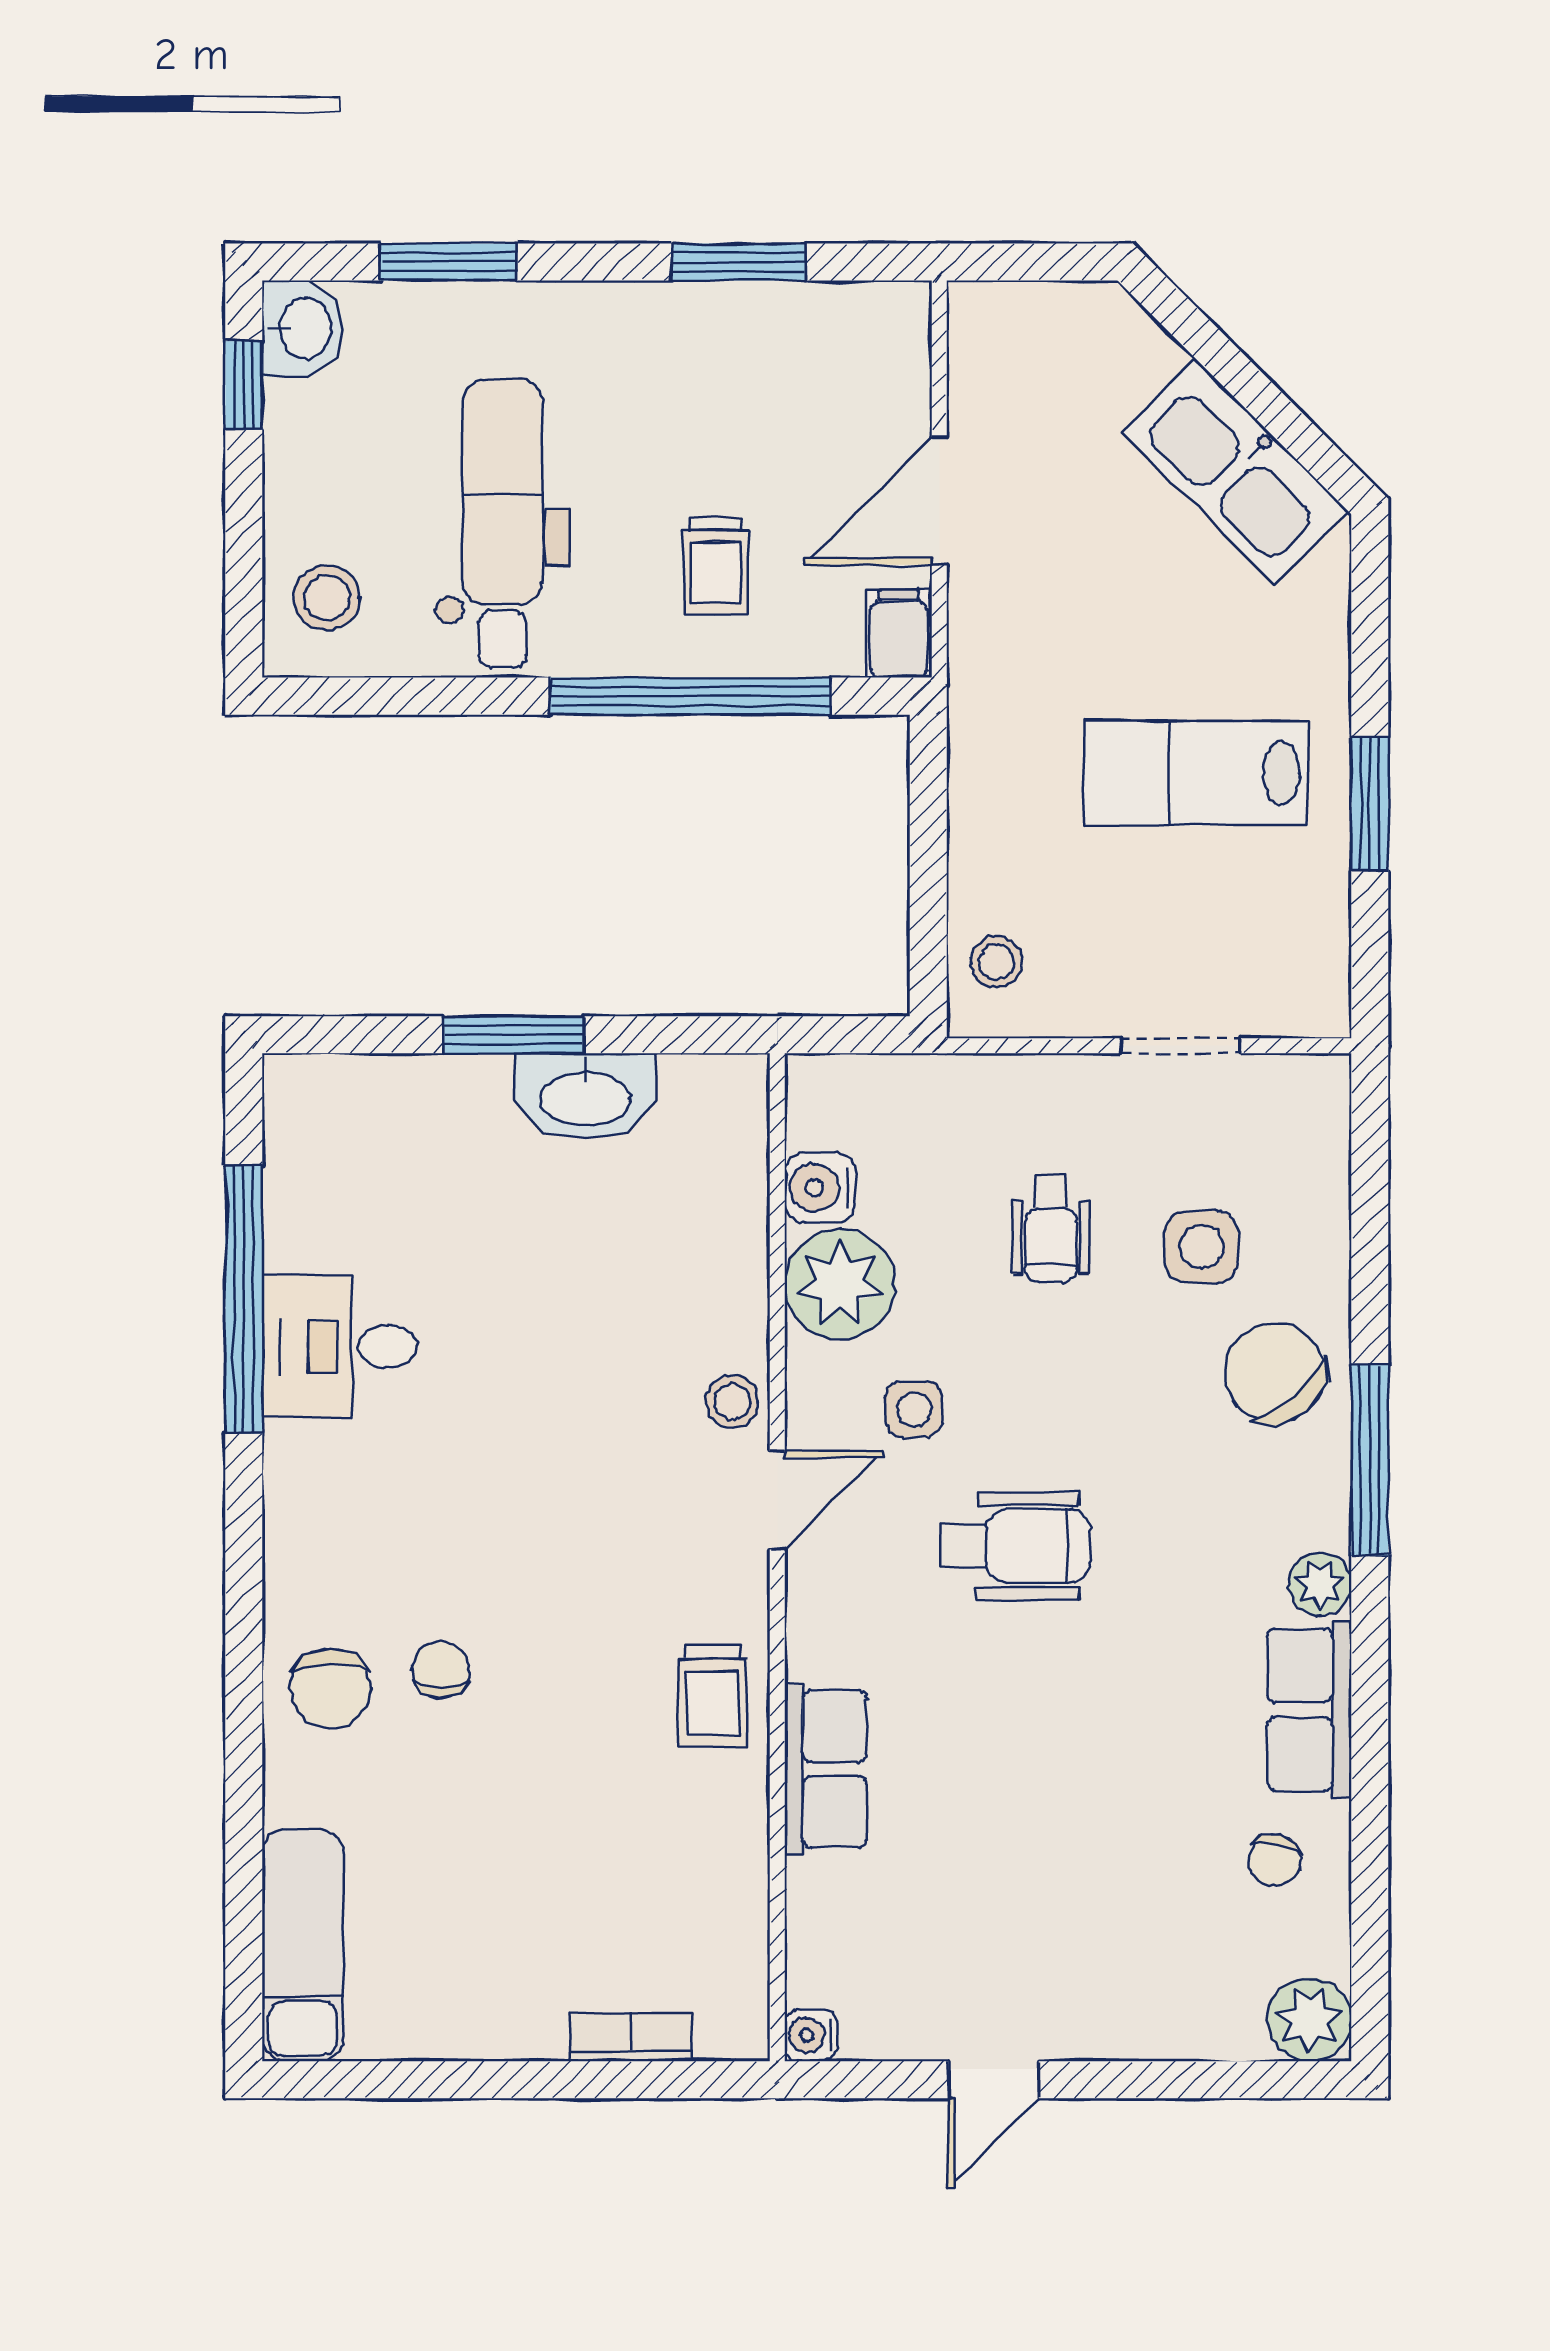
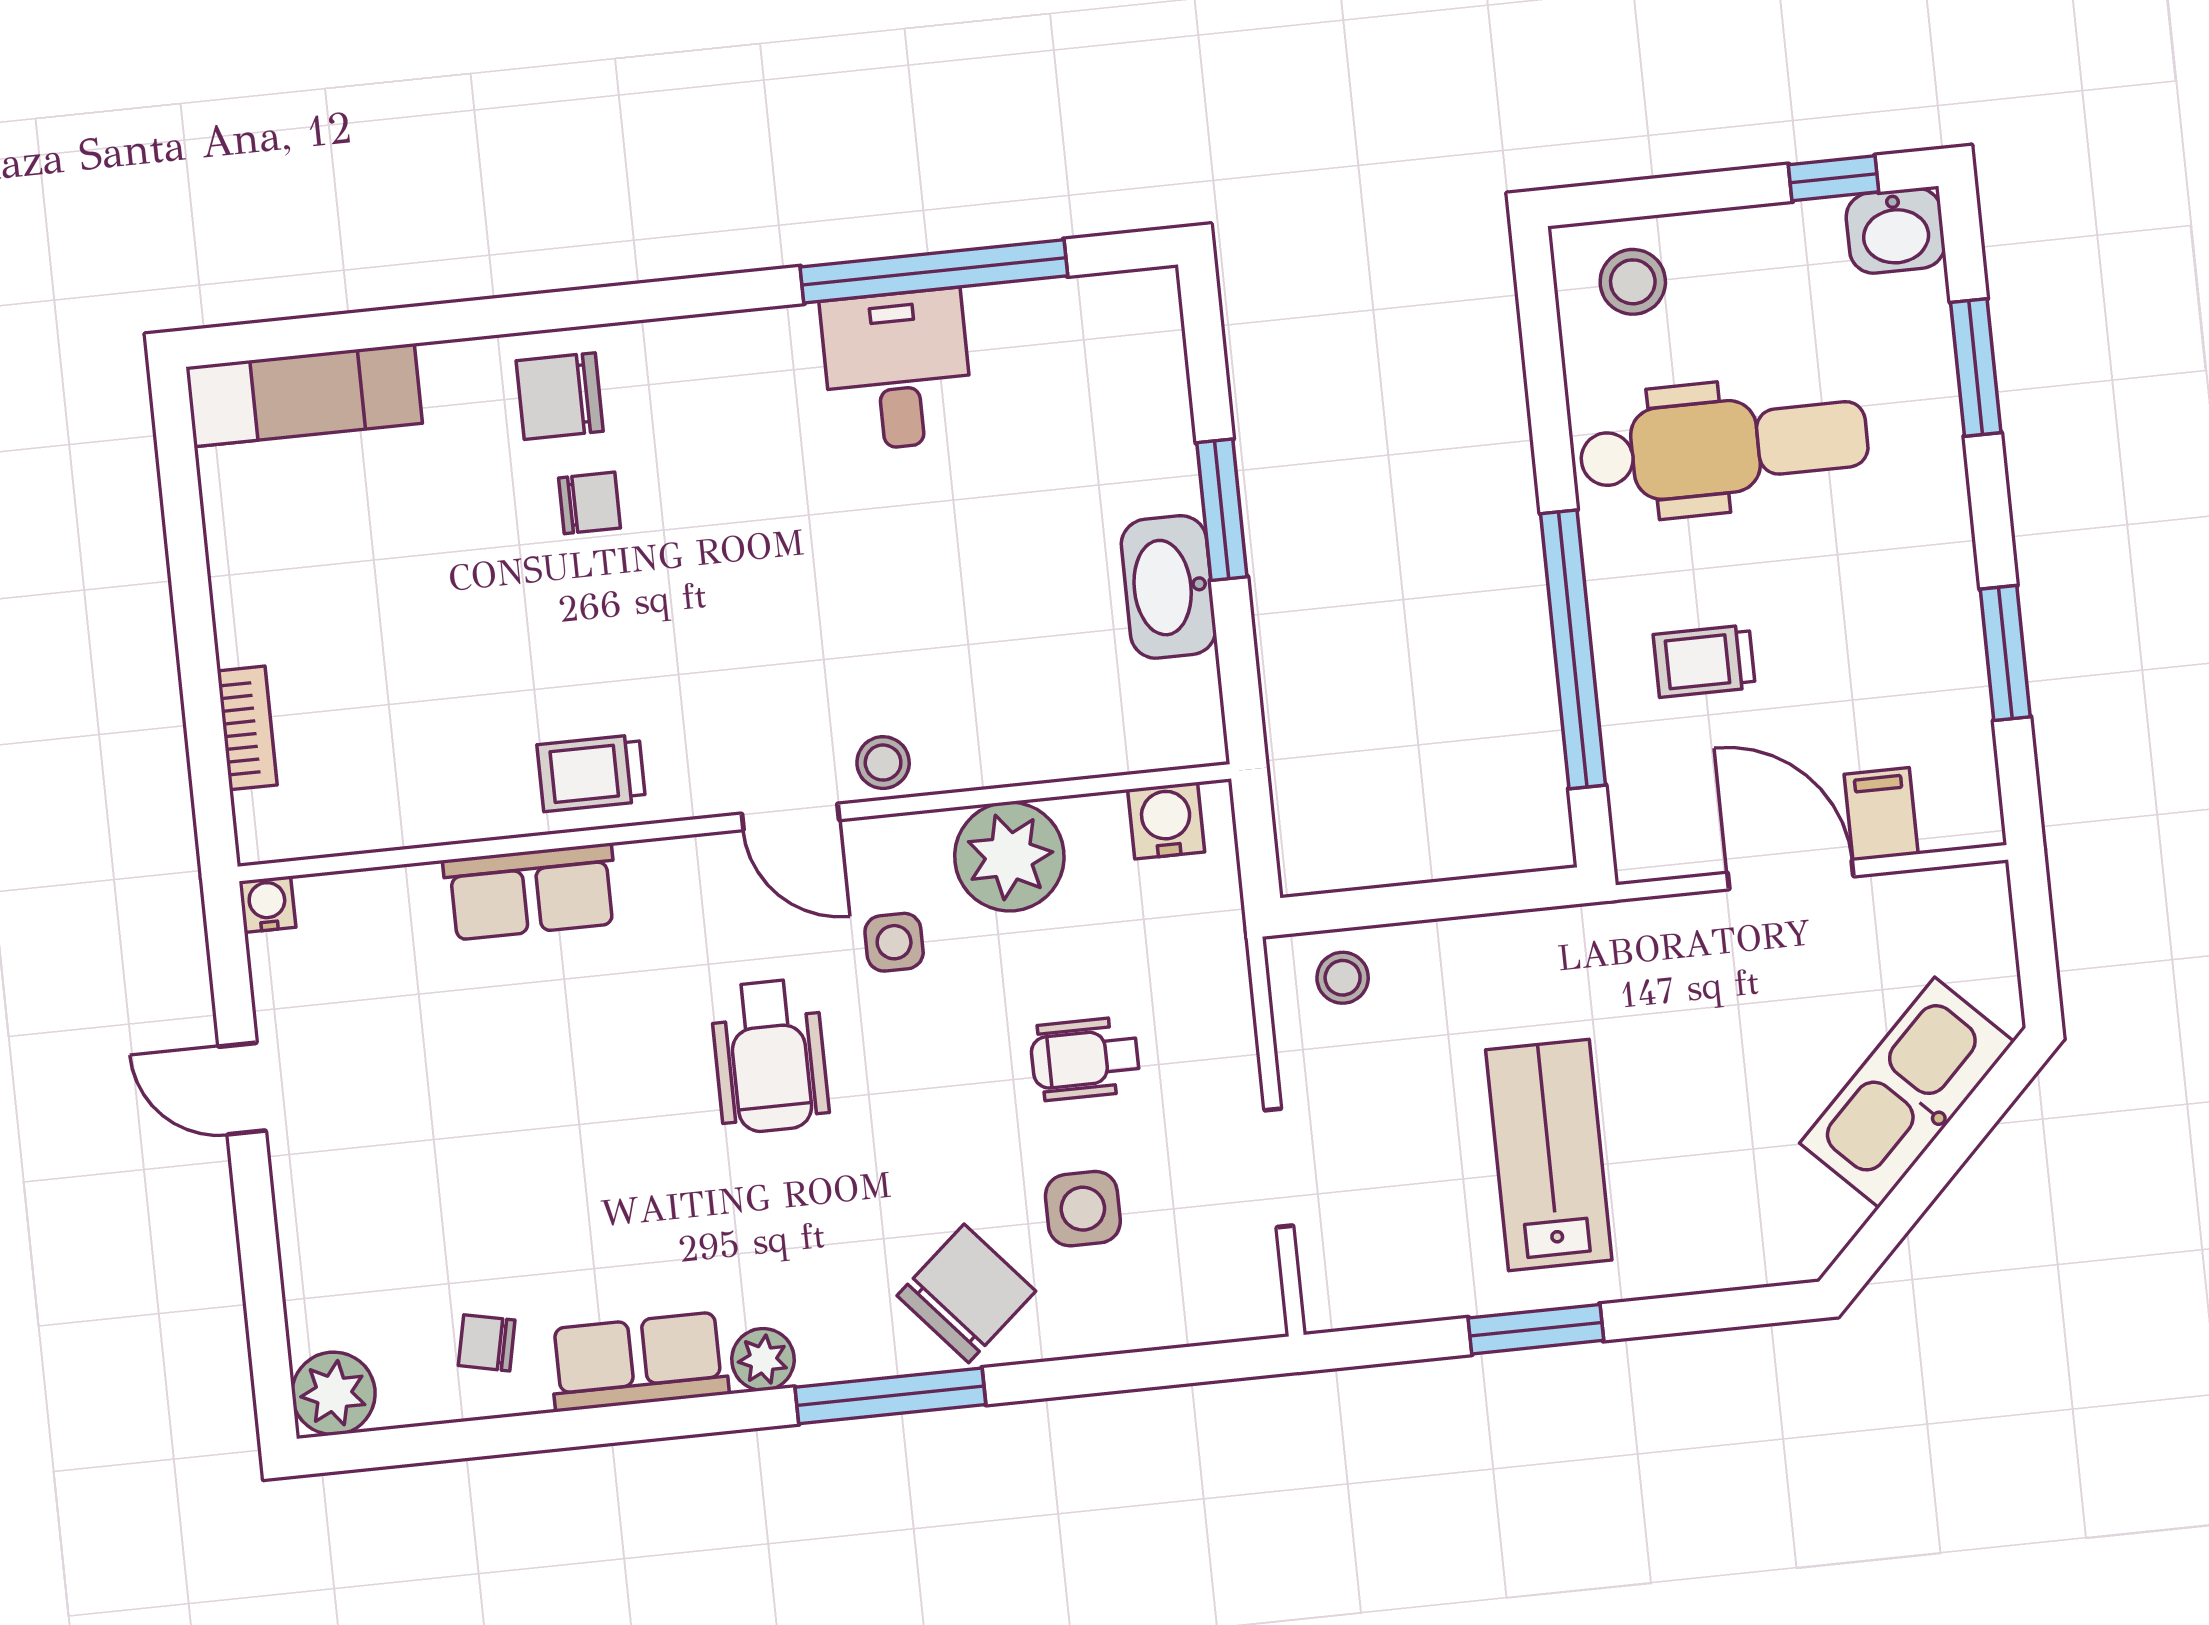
kitchen sink: (1235, 471) -> (1907, 1092), moved
filing cabinet: (899, 634) -> (1881, 814), moved, turned -90
water cooler: (820, 1188) -> (1166, 821), moved

